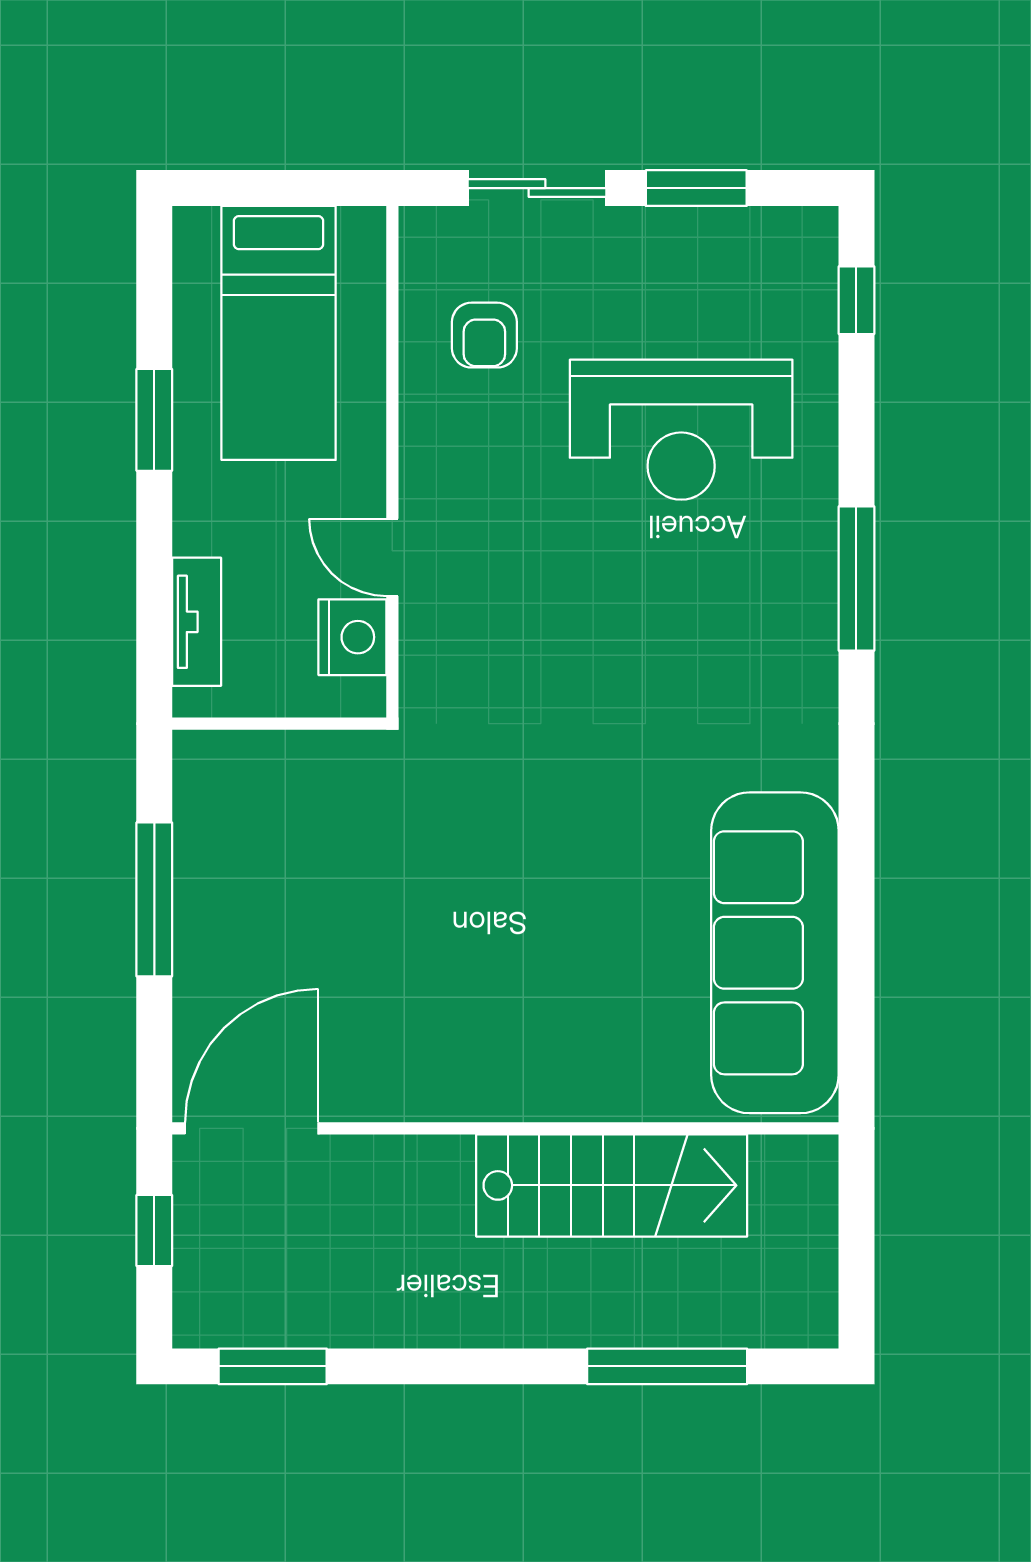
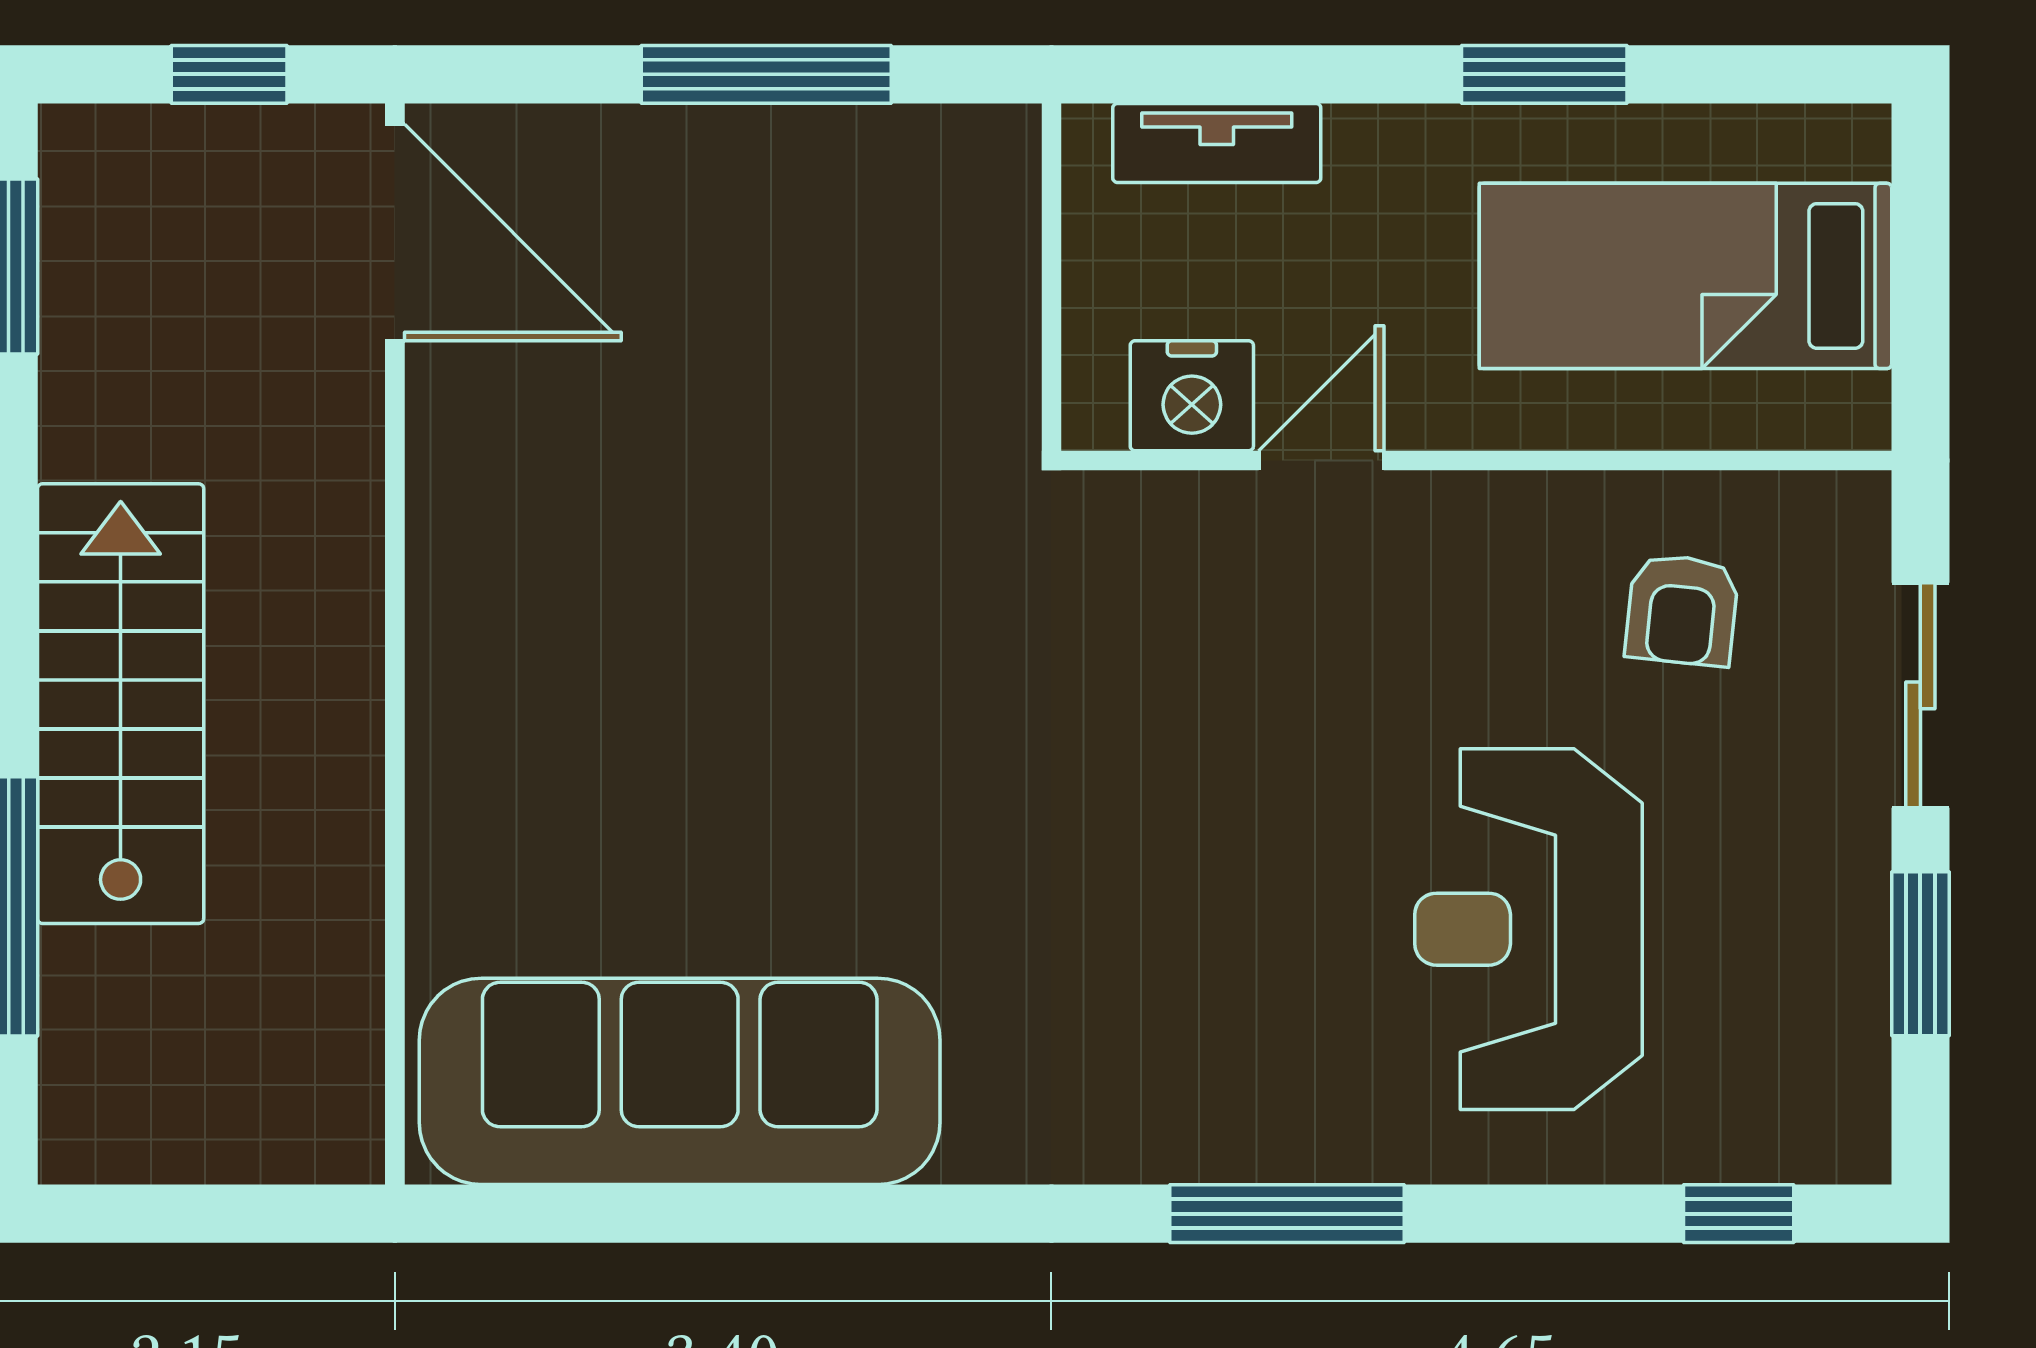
armchair: (484, 335) -> (1682, 610), turned -84
stairs: (612, 1185) -> (121, 704), moved, turned 180

